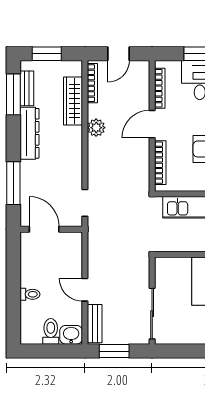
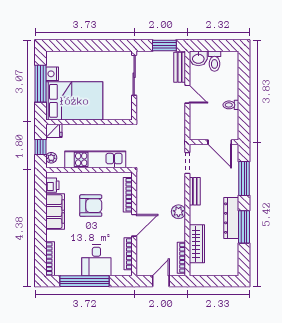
window: (47, 54) -> (218, 281), removed
bench: (27, 88) -> (195, 191), moved
window: (13, 94) -> (244, 227), moved
plant: (96, 128) -> (178, 212), moved
toilet: (30, 294) -> (231, 105), moved

